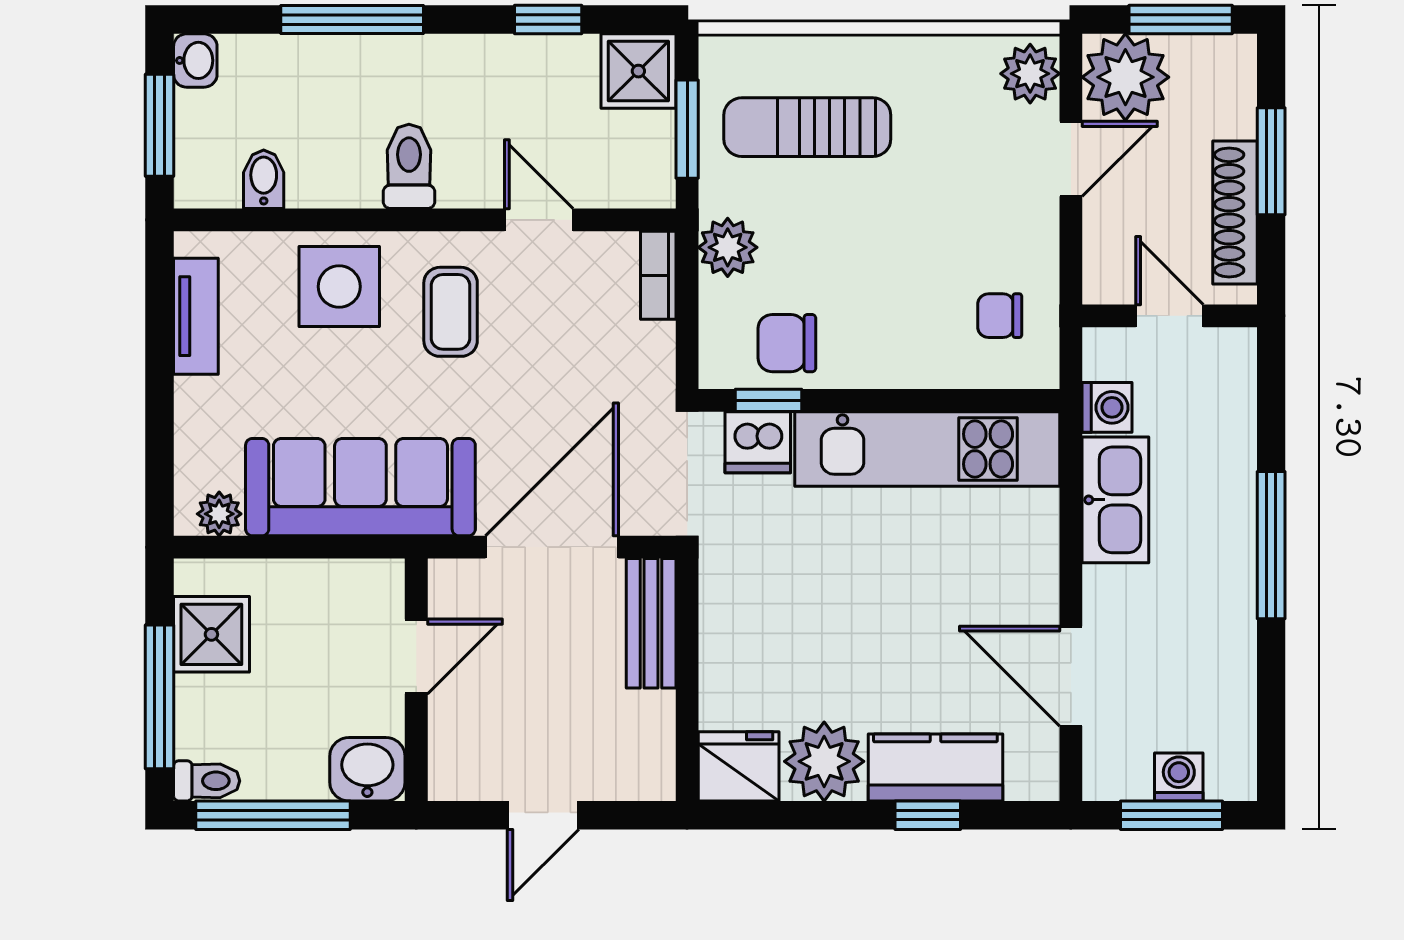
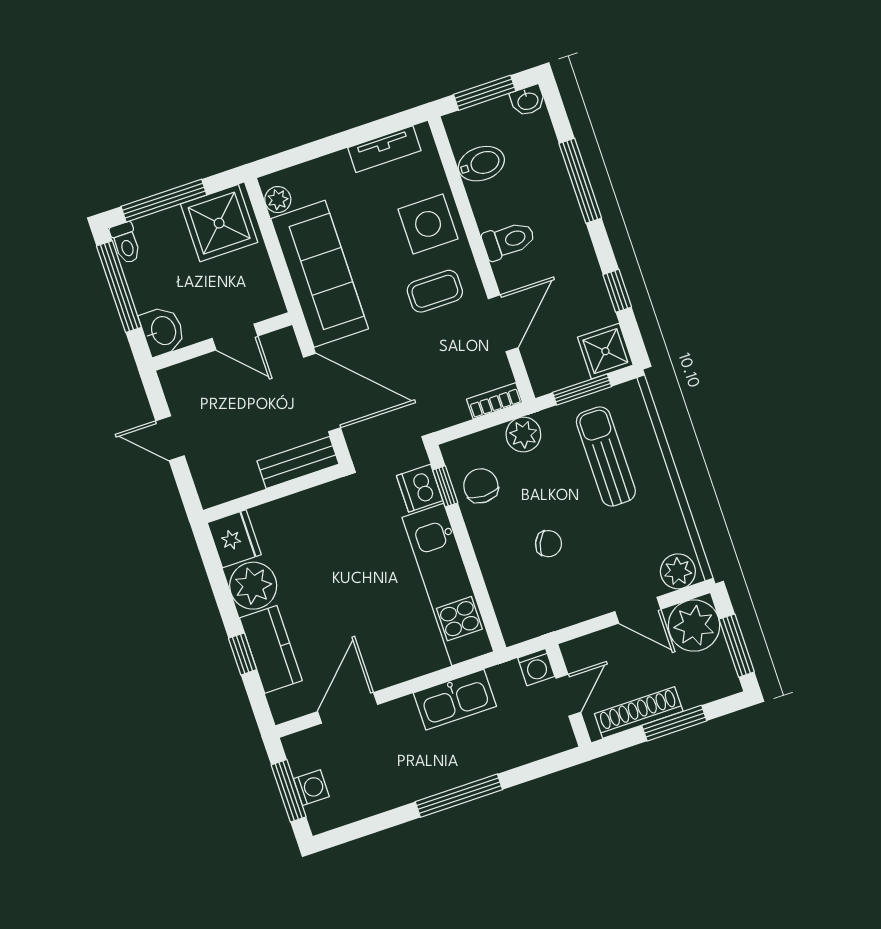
bidet: (264, 179) -> (481, 164), width x1.38, depth x1.36
door: (539, 220) -> (503, 323), width x1.37
chair: (1000, 316) -> (548, 544), moved, turned 114
washing machine: (1107, 407) -> (536, 667), moved
shower: (211, 634) -> (219, 223), width x1.36, depth x1.36

